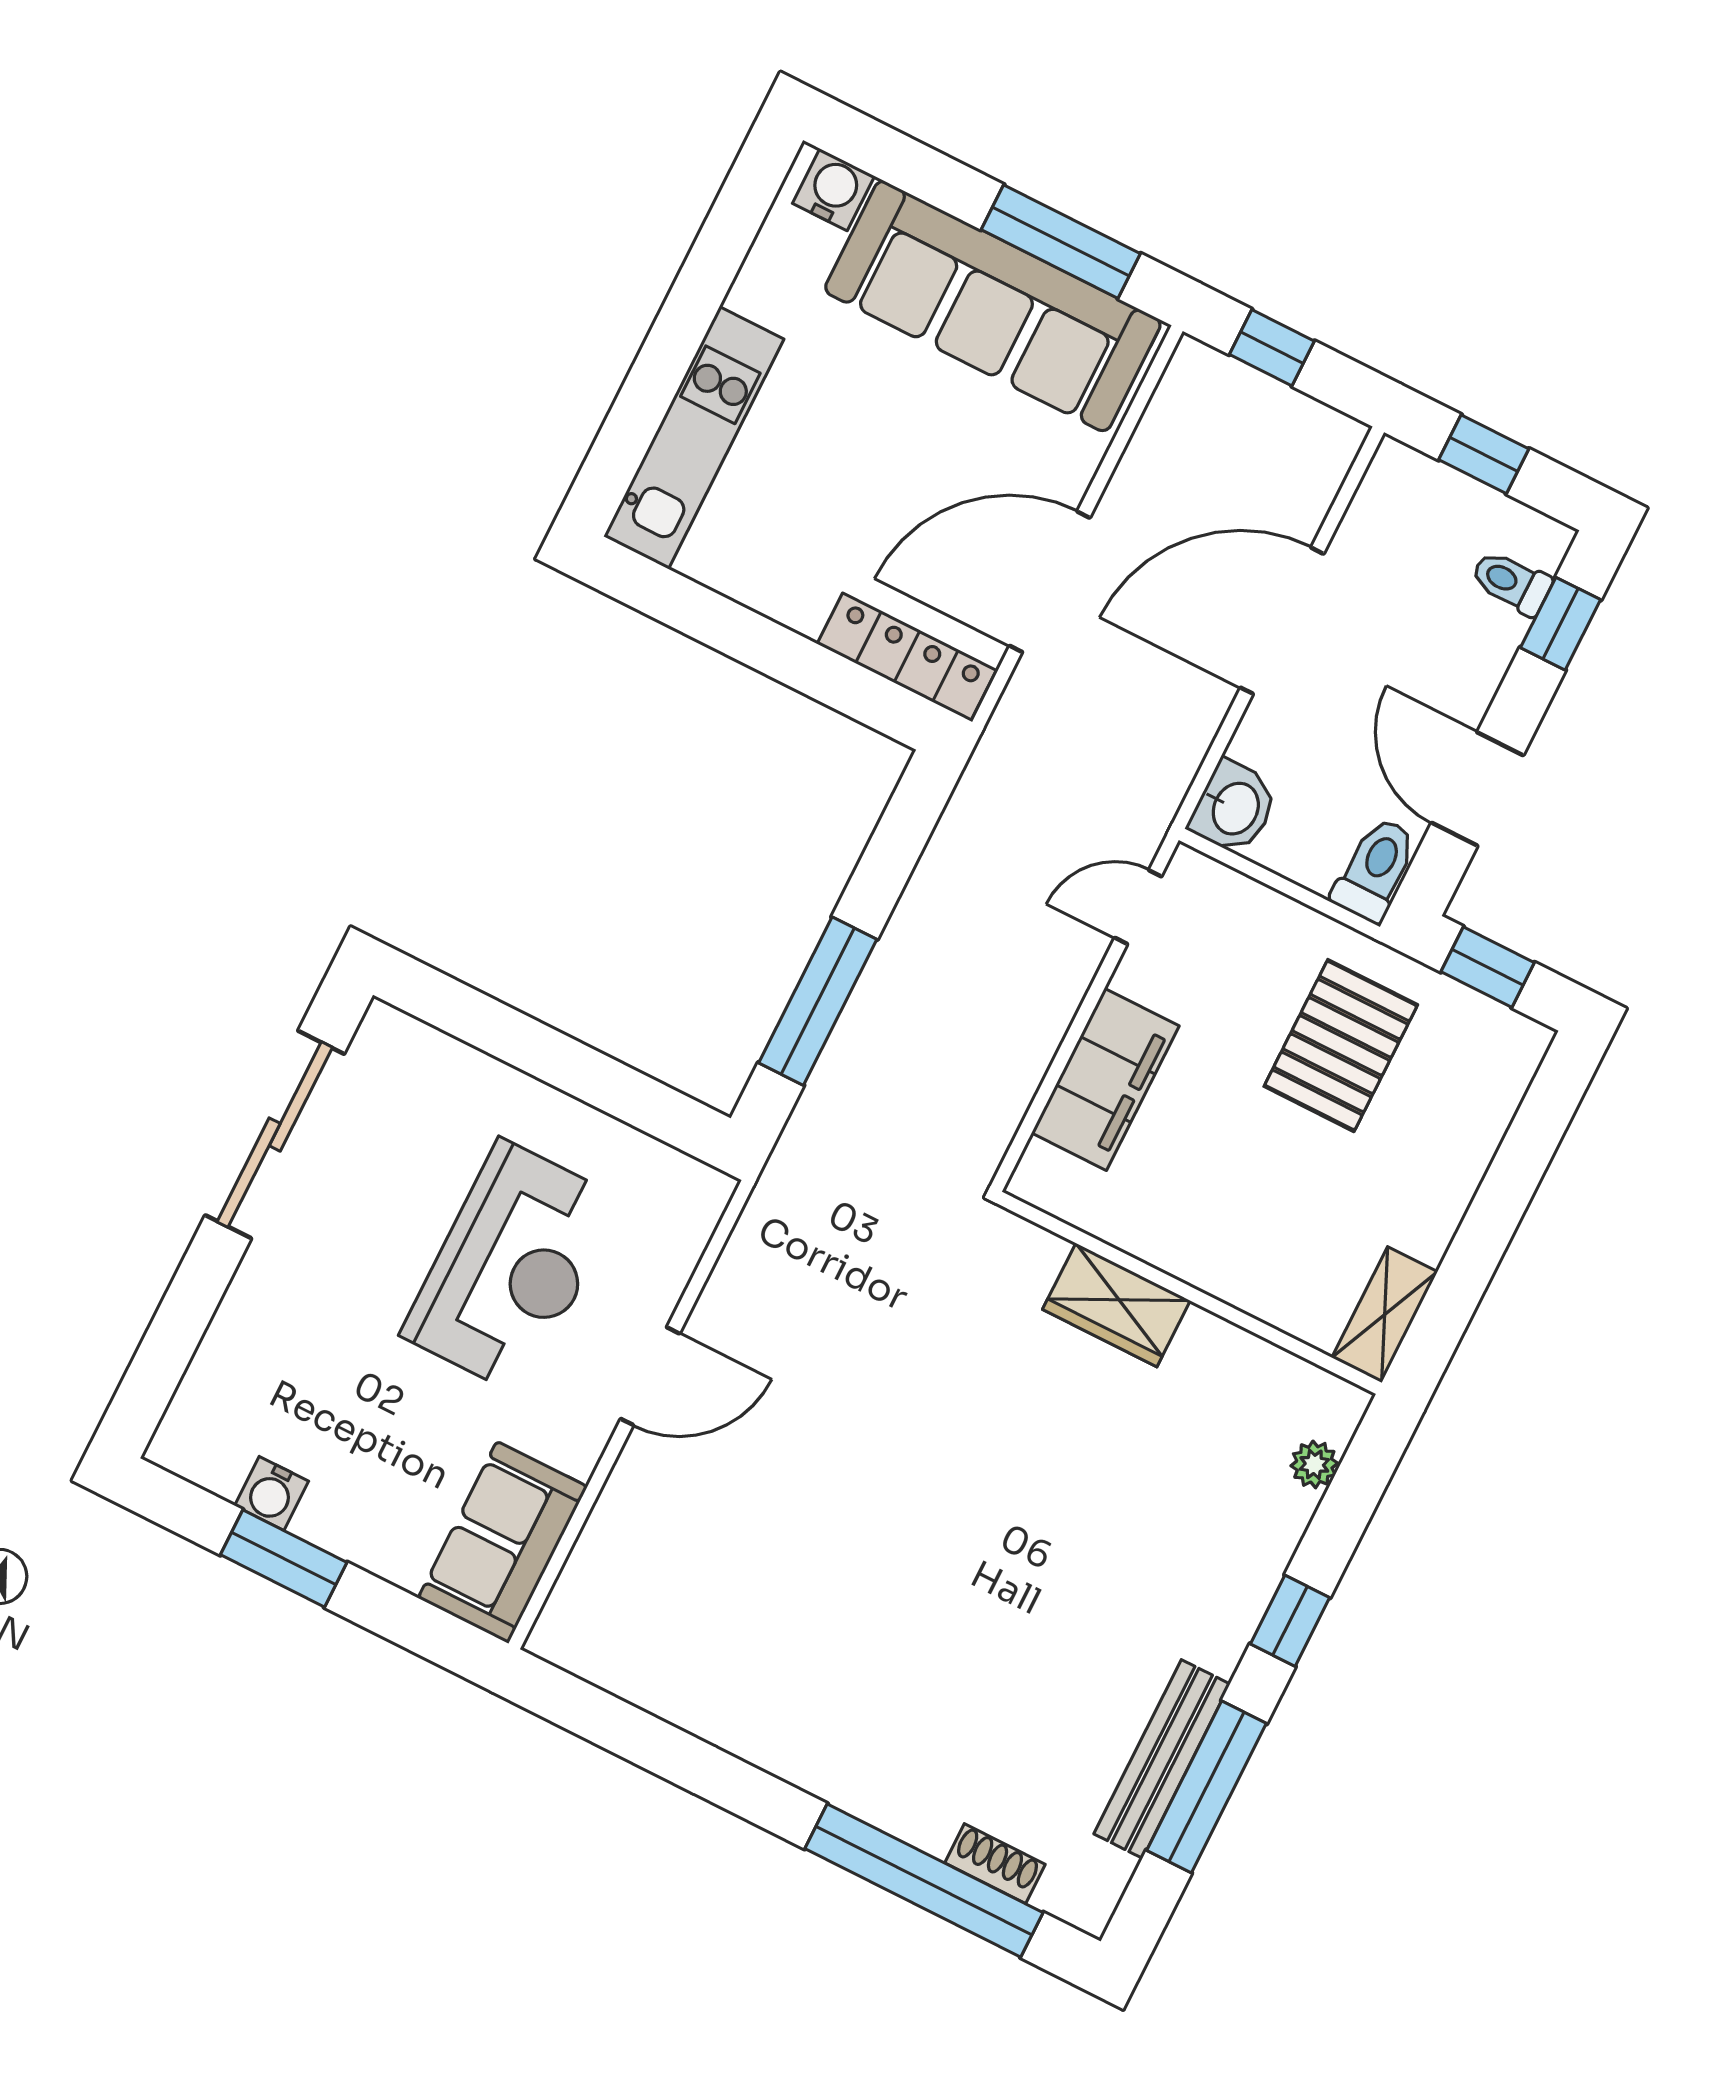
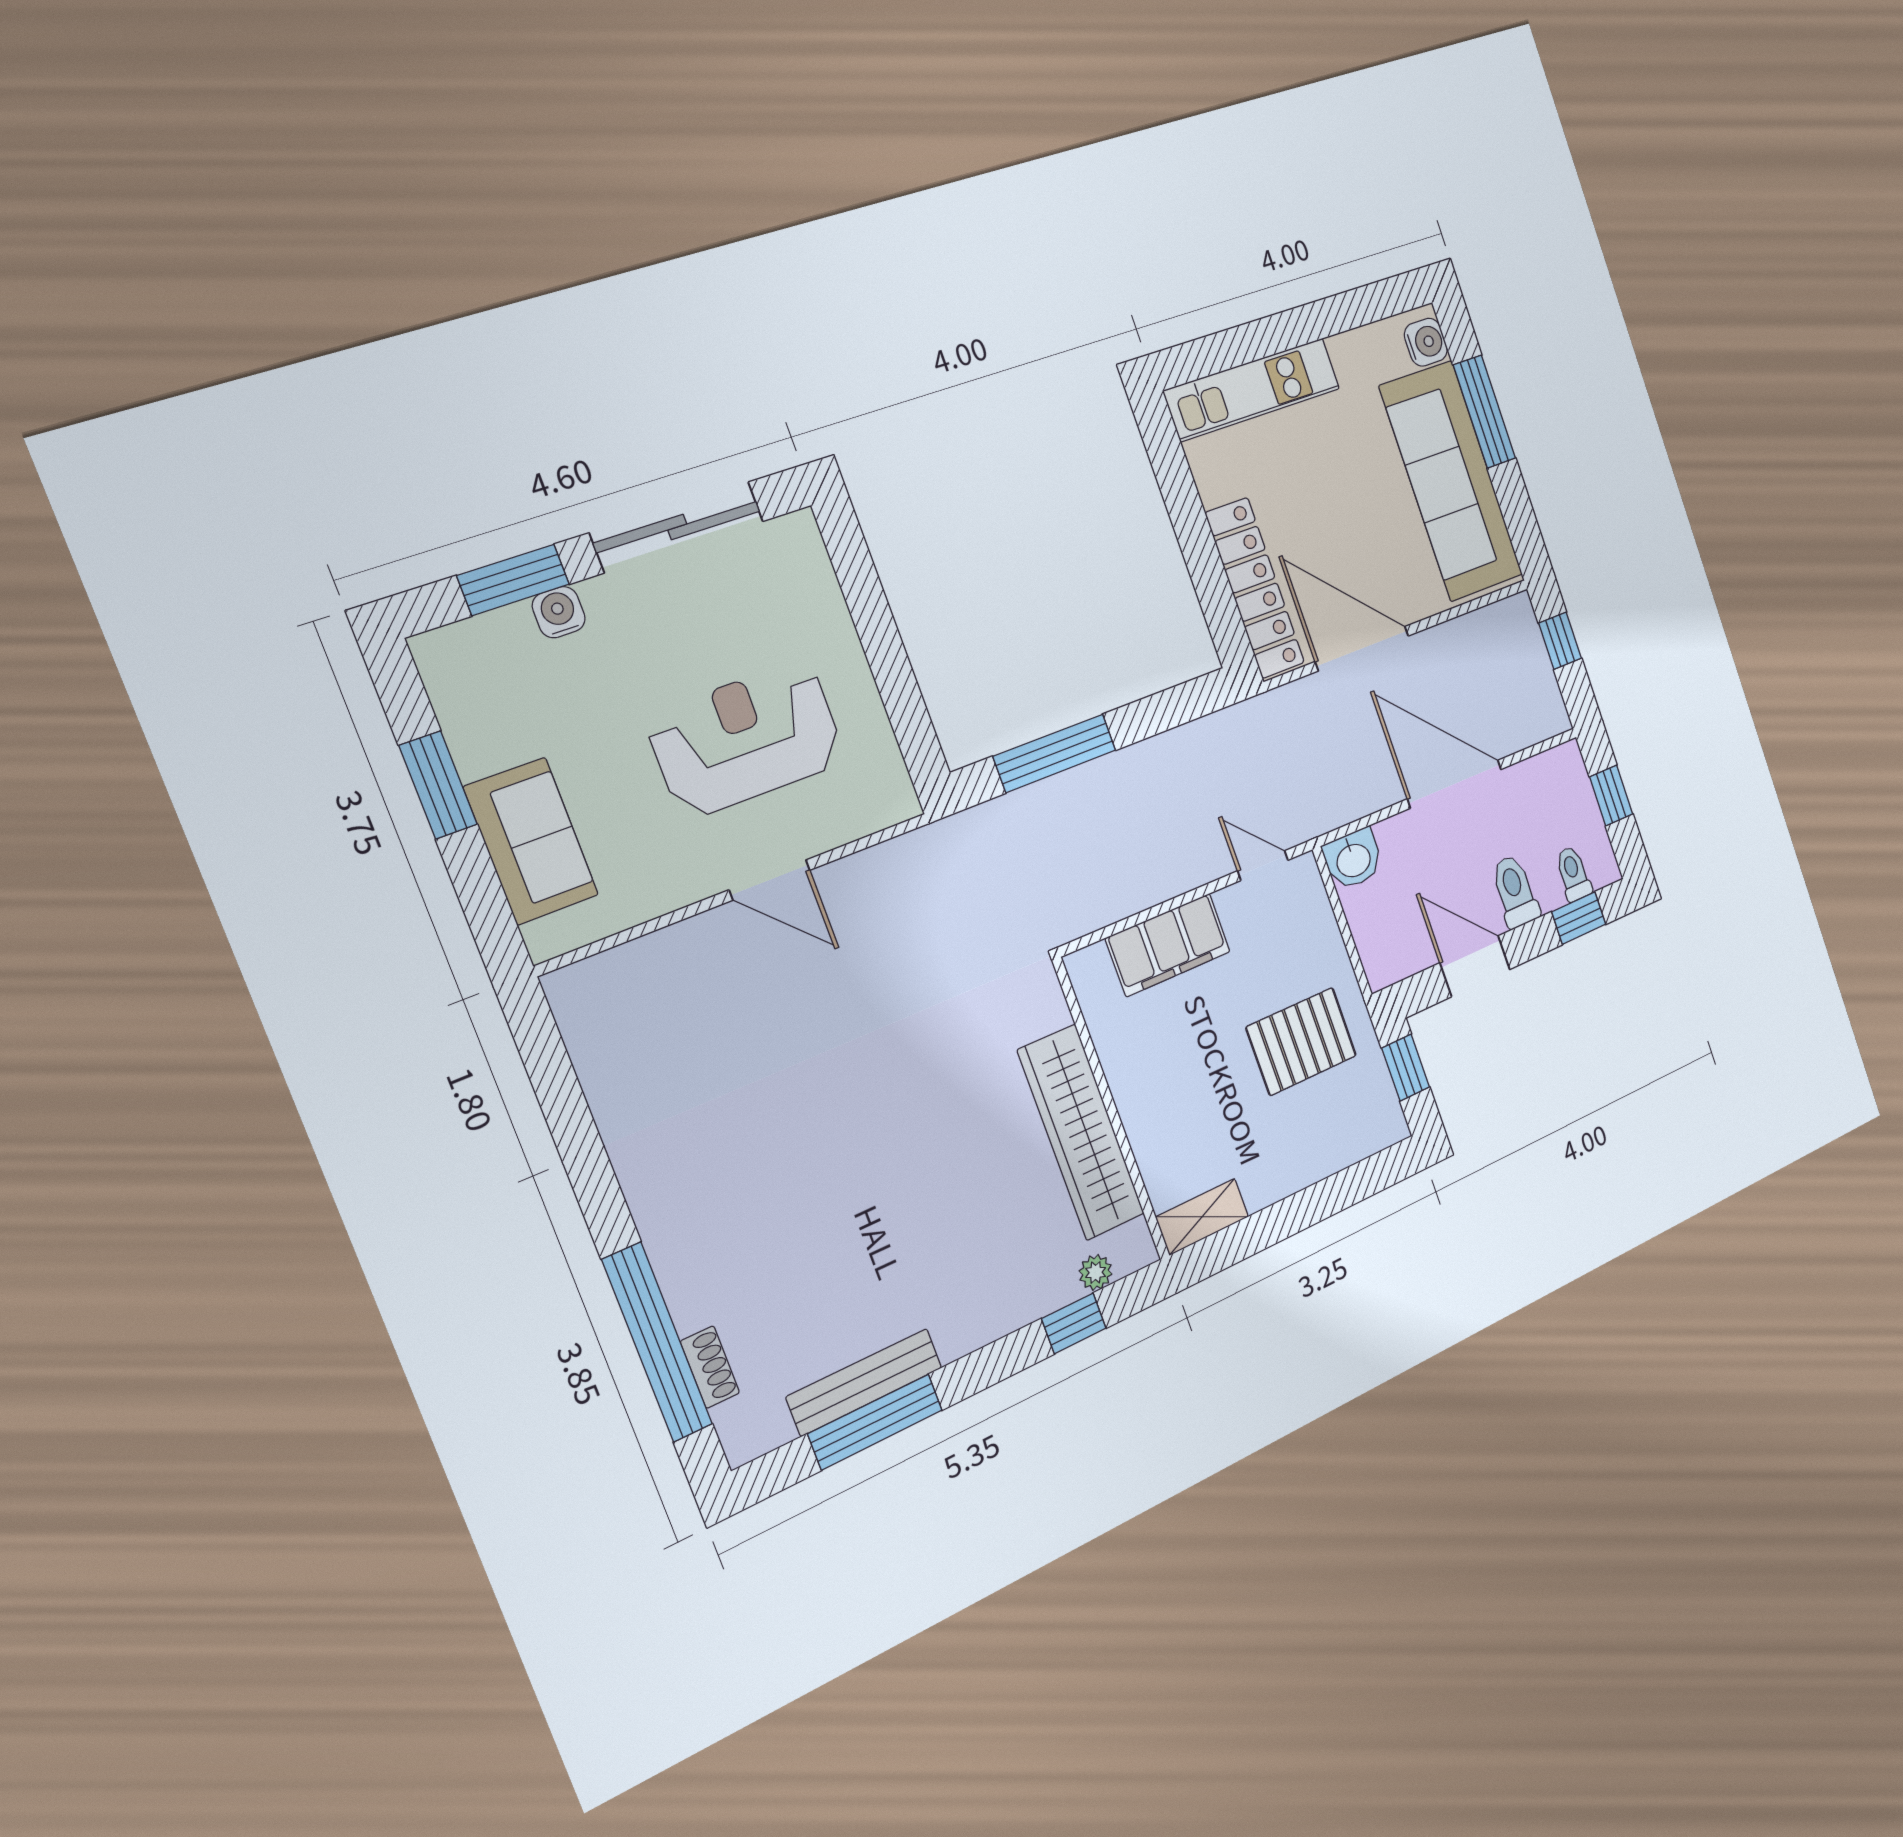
window: (1061, 242) -> (1484, 412), moved
locker: (907, 657) -> (1255, 588), width x1.41, depth x1.21
door: (1477, 789) -> (1475, 966), hinge flipped
toilet: (1375, 870) -> (1515, 891), moved, turned -90
reception desk: (511, 1267) -> (746, 739), turned 180
wardrobe: (1116, 1305) -> (1081, 1132), width x2.10, depth x1.17
window: (181, 1321) -> (513, 580), added
water cooler: (272, 1493) -> (559, 612), moved, turned 90
sofa: (503, 1542) -> (531, 841), moved, turned 90
window: (1290, 1621) -> (1074, 1323), moved

